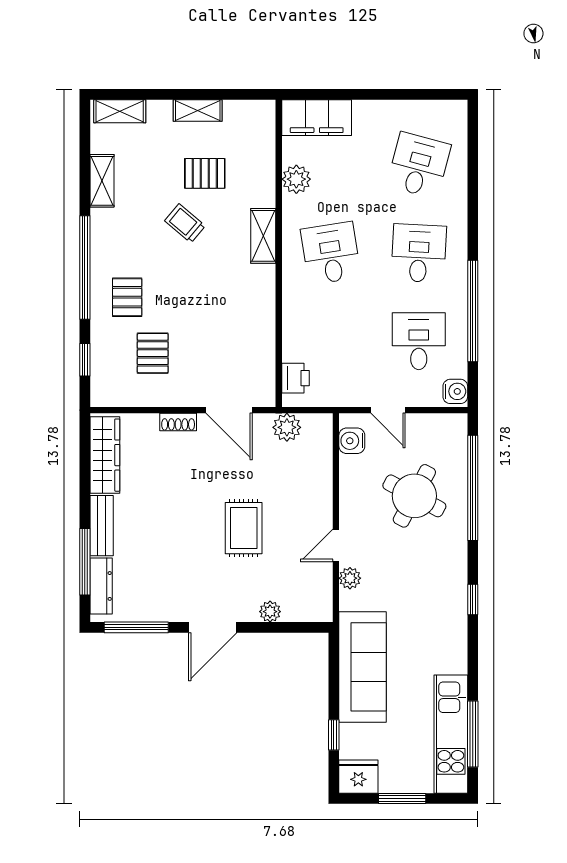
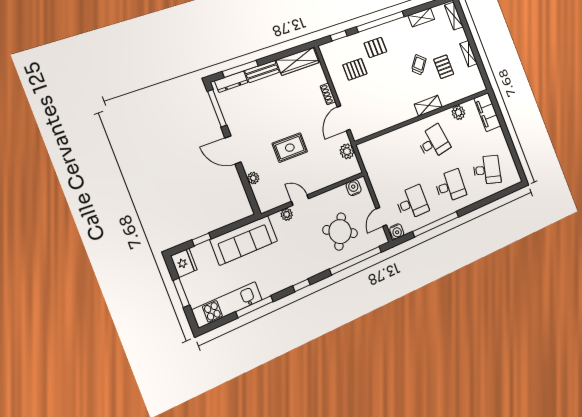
printer: (296, 378) -> (371, 147), removed
door: (388, 410) -> (381, 217), moved
window: (473, 734) -> (254, 307), moved

